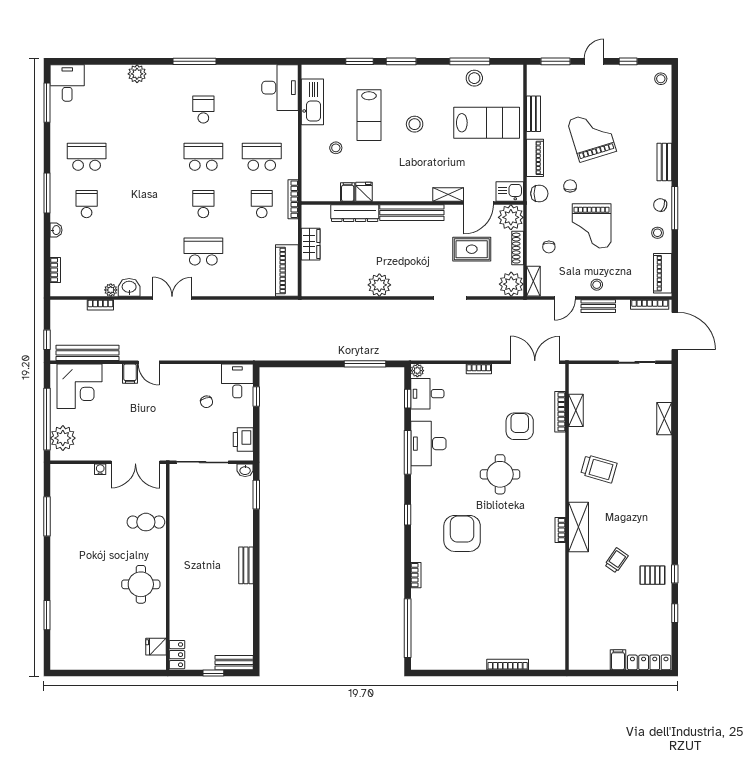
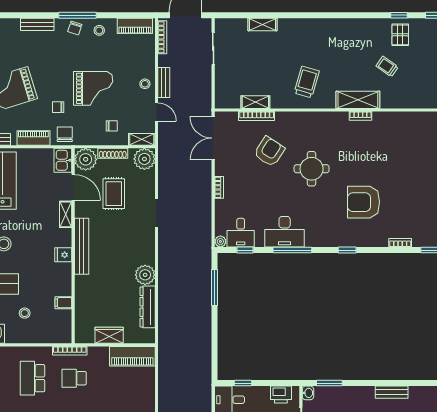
fridge: (364, 192) -> (63, 255), moved
dresser: (355, 213) -> (148, 307), moved, turned 180
armchair: (520, 426) -> (269, 152), turned 123

